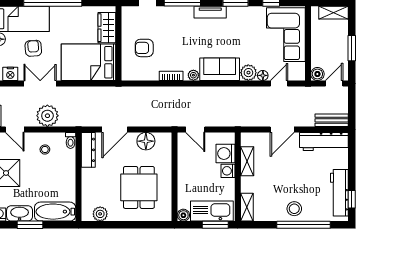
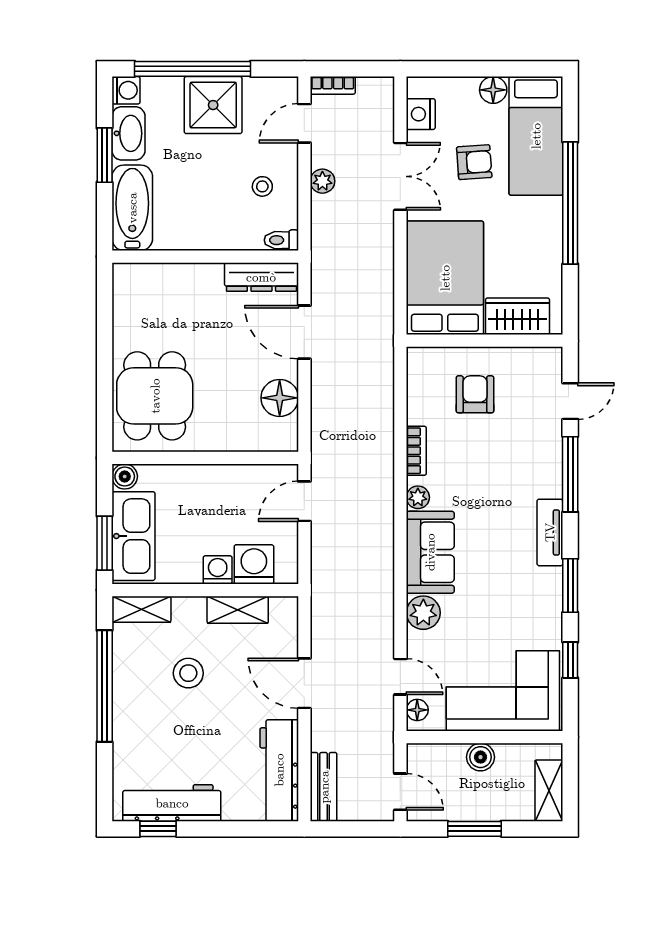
boiler: (317, 74) -> (481, 757), moved
floor lamp: (263, 75) -> (417, 710), moved
plant: (47, 116) -> (322, 181), width x0.53, depth x0.53
dining table: (139, 187) -> (155, 396), moved, turned 90
stool: (294, 209) -> (188, 673), moved
plant: (100, 214) -> (127, 302), removed
window: (303, 225) -> (105, 686), moved

